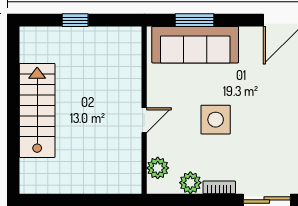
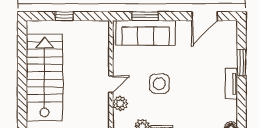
stairs: (37, 110) -> (44, 77), width x1.36, depth x1.51
plant: (158, 168) -> (120, 103), moved

